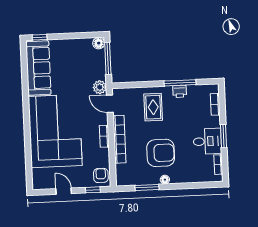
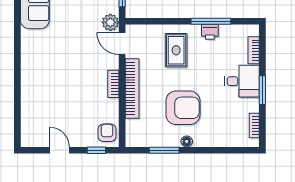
corner sofa: (55, 131) -> (52, 75), removed
desk: (207, 141) -> (242, 81), moved

